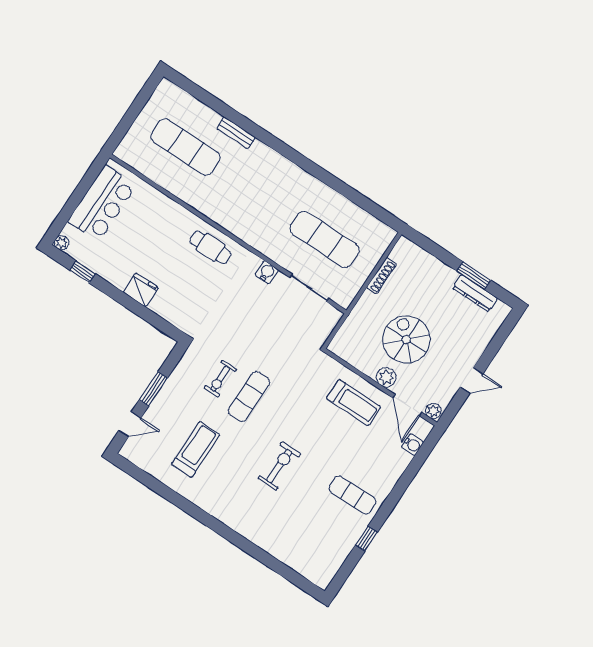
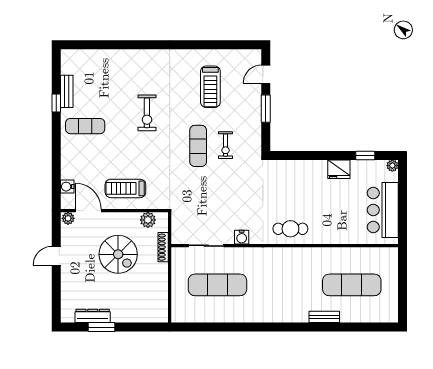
shoe rack: (381, 276) -> (163, 247), moved
fridge: (141, 290) -> (339, 169), moved
plant: (386, 377) -> (148, 220), moved
exercise bike: (220, 379) -> (226, 145), turned 180
bench: (348, 543) -> (67, 91), added

